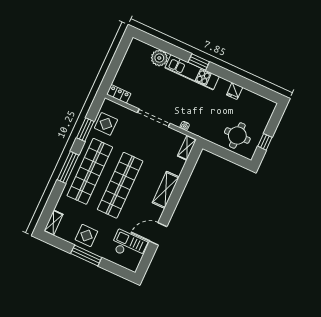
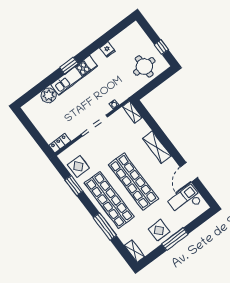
window: (68, 167) -> (105, 226), moved

